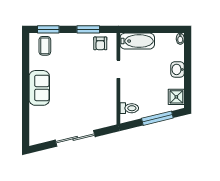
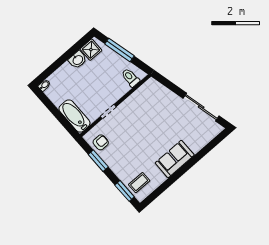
washbasin: (177, 69) -> (78, 60), moved
sliding door: (75, 138) -> (201, 107), moved

